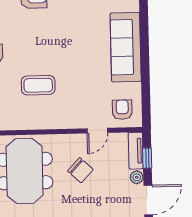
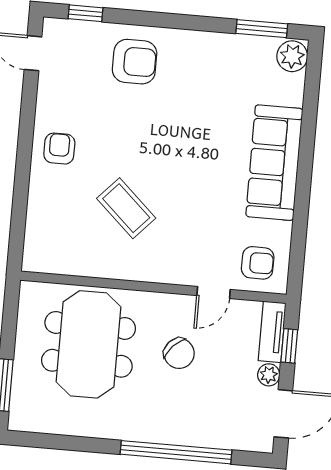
coffee table: (38, 85) -> (126, 208), turned 43
armchair: (122, 110) -> (258, 263), turned 90

